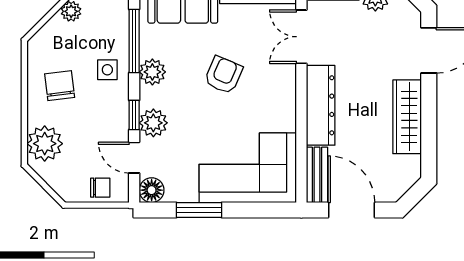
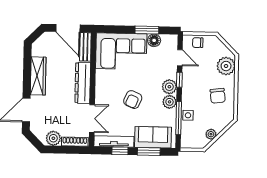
side table: (107, 70) -> (188, 115), moved
plant: (153, 123) -> (169, 87), moved
floor lamp: (152, 190) -> (154, 40), moved

